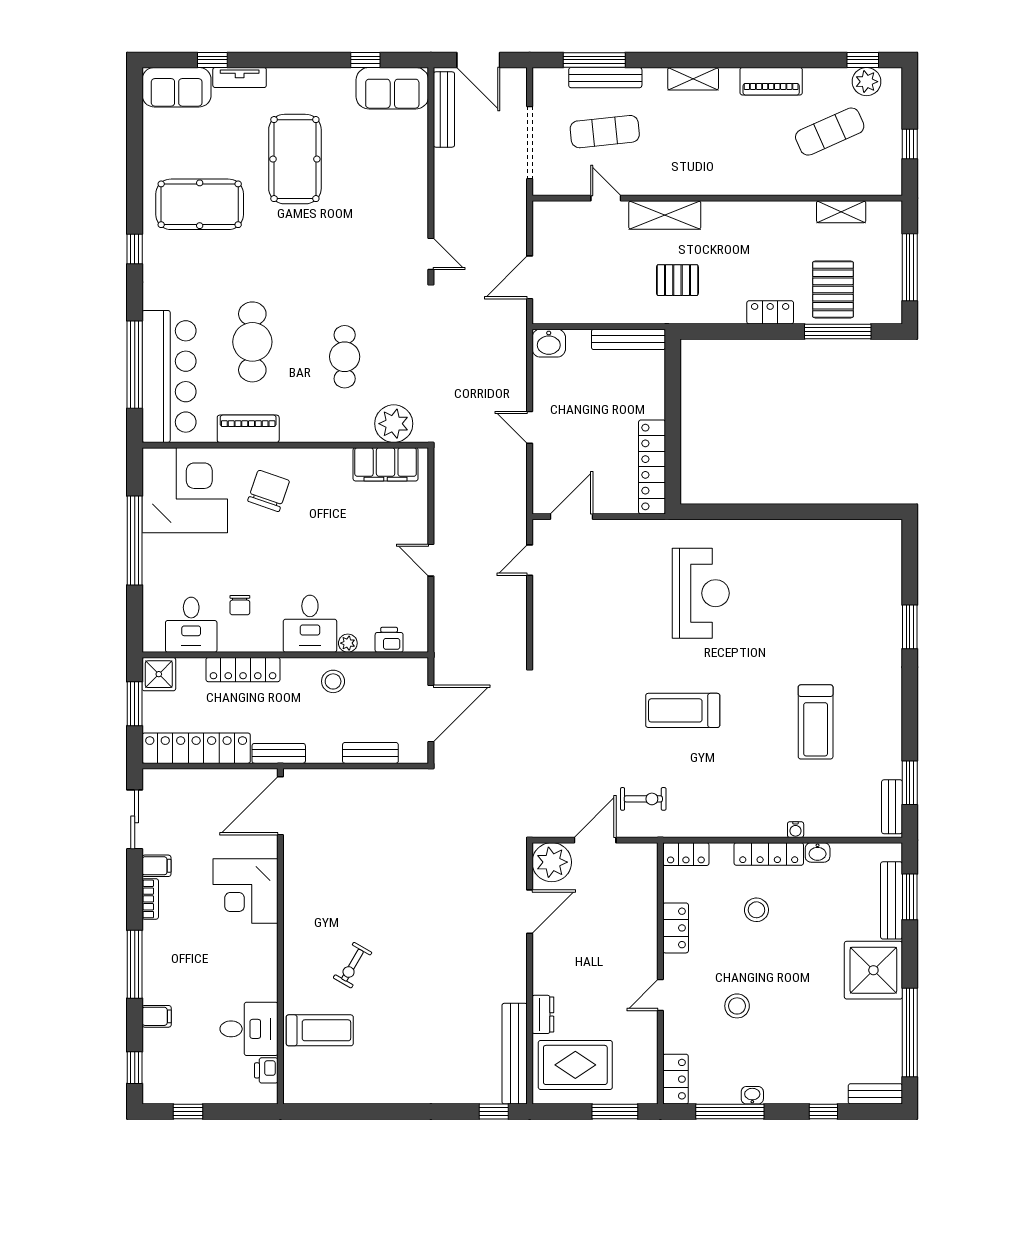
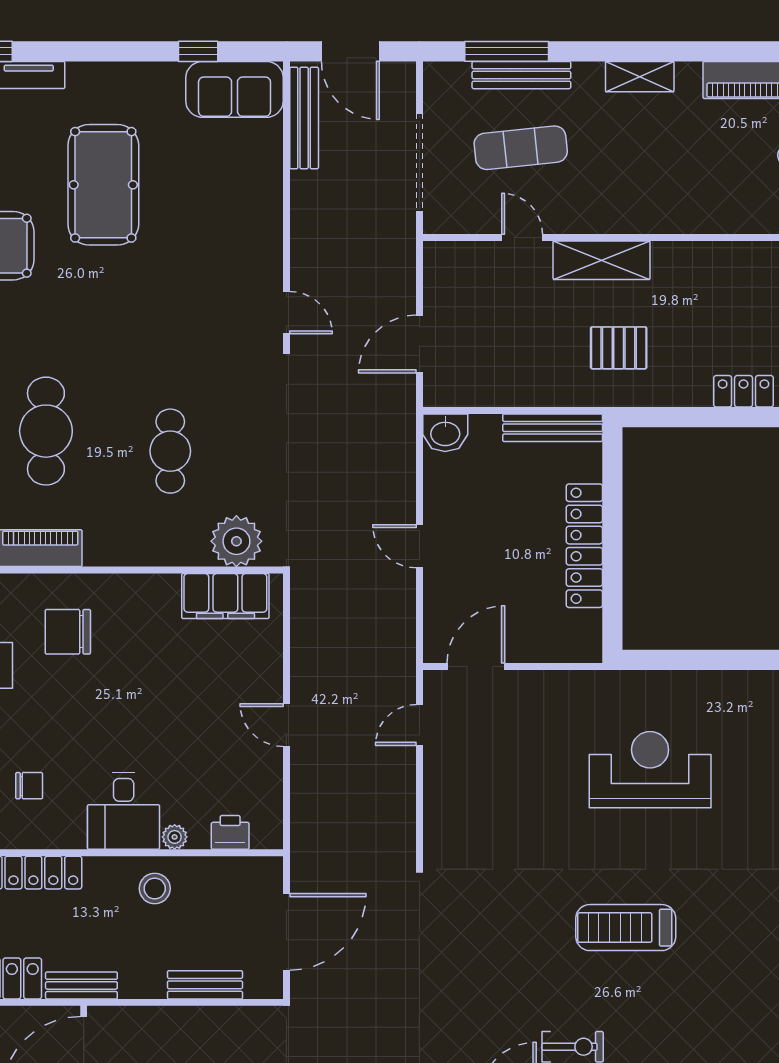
locker: (652, 467) -> (584, 546), moved
chair: (269, 491) -> (68, 632), turned -109
reception desk: (701, 593) -> (650, 770), turned -90
chair: (240, 605) -> (29, 786), turned -90

